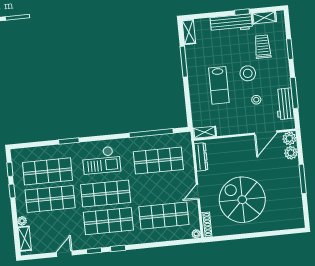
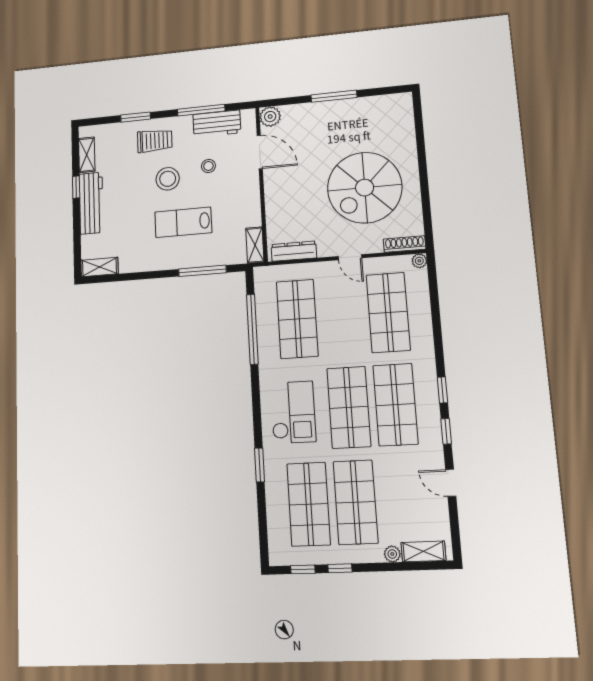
trolley: (263, 47) -> (155, 141), moved, turned 180
window: (184, 62) -> (202, 271), moved
lab bench: (219, 85) -> (183, 222), turned 180
plant: (291, 153) -> (293, 114), removed

